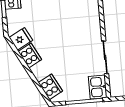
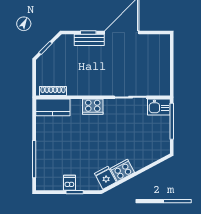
cooker: (50, 87) -> (93, 107), moved, turned -152

